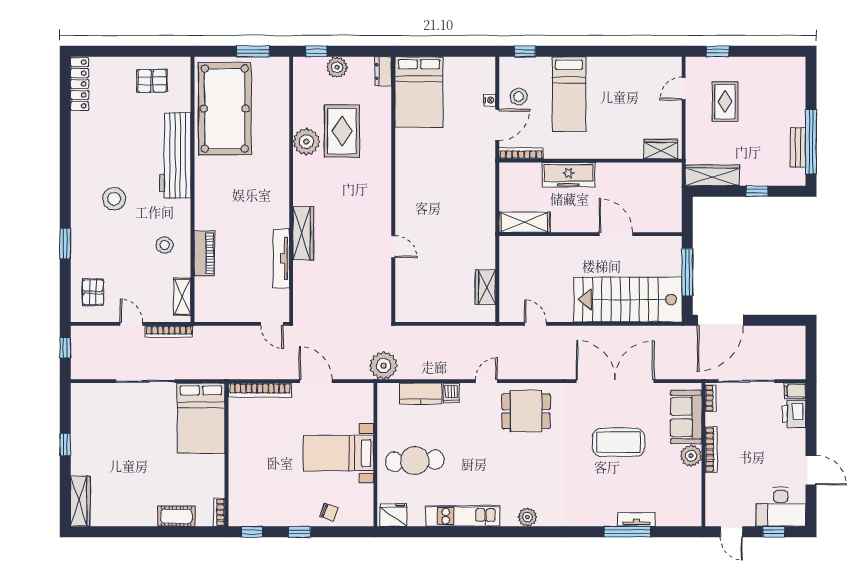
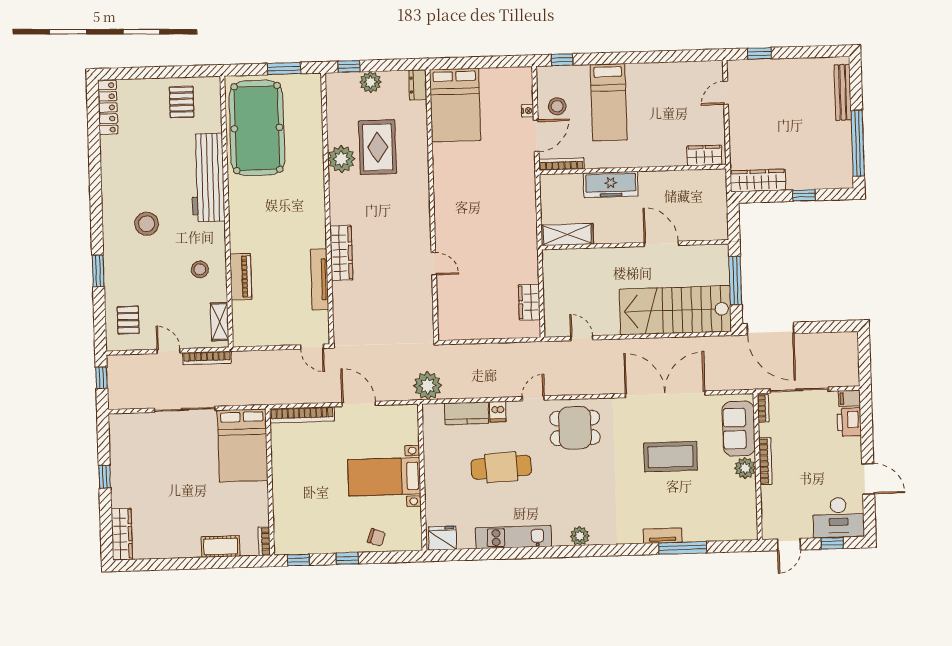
pallet: (152, 81) -> (182, 102), turned 90
rug: (725, 102) -> (769, 105), removed
bench: (798, 147) -> (843, 92), moved, width x1.36
door: (720, 320) -> (771, 329), hinge flipped
cafe table: (415, 461) -> (501, 467), moved
tv unit: (636, 519) -> (663, 536), moved
door: (731, 532) -> (789, 545), hinge flipped

